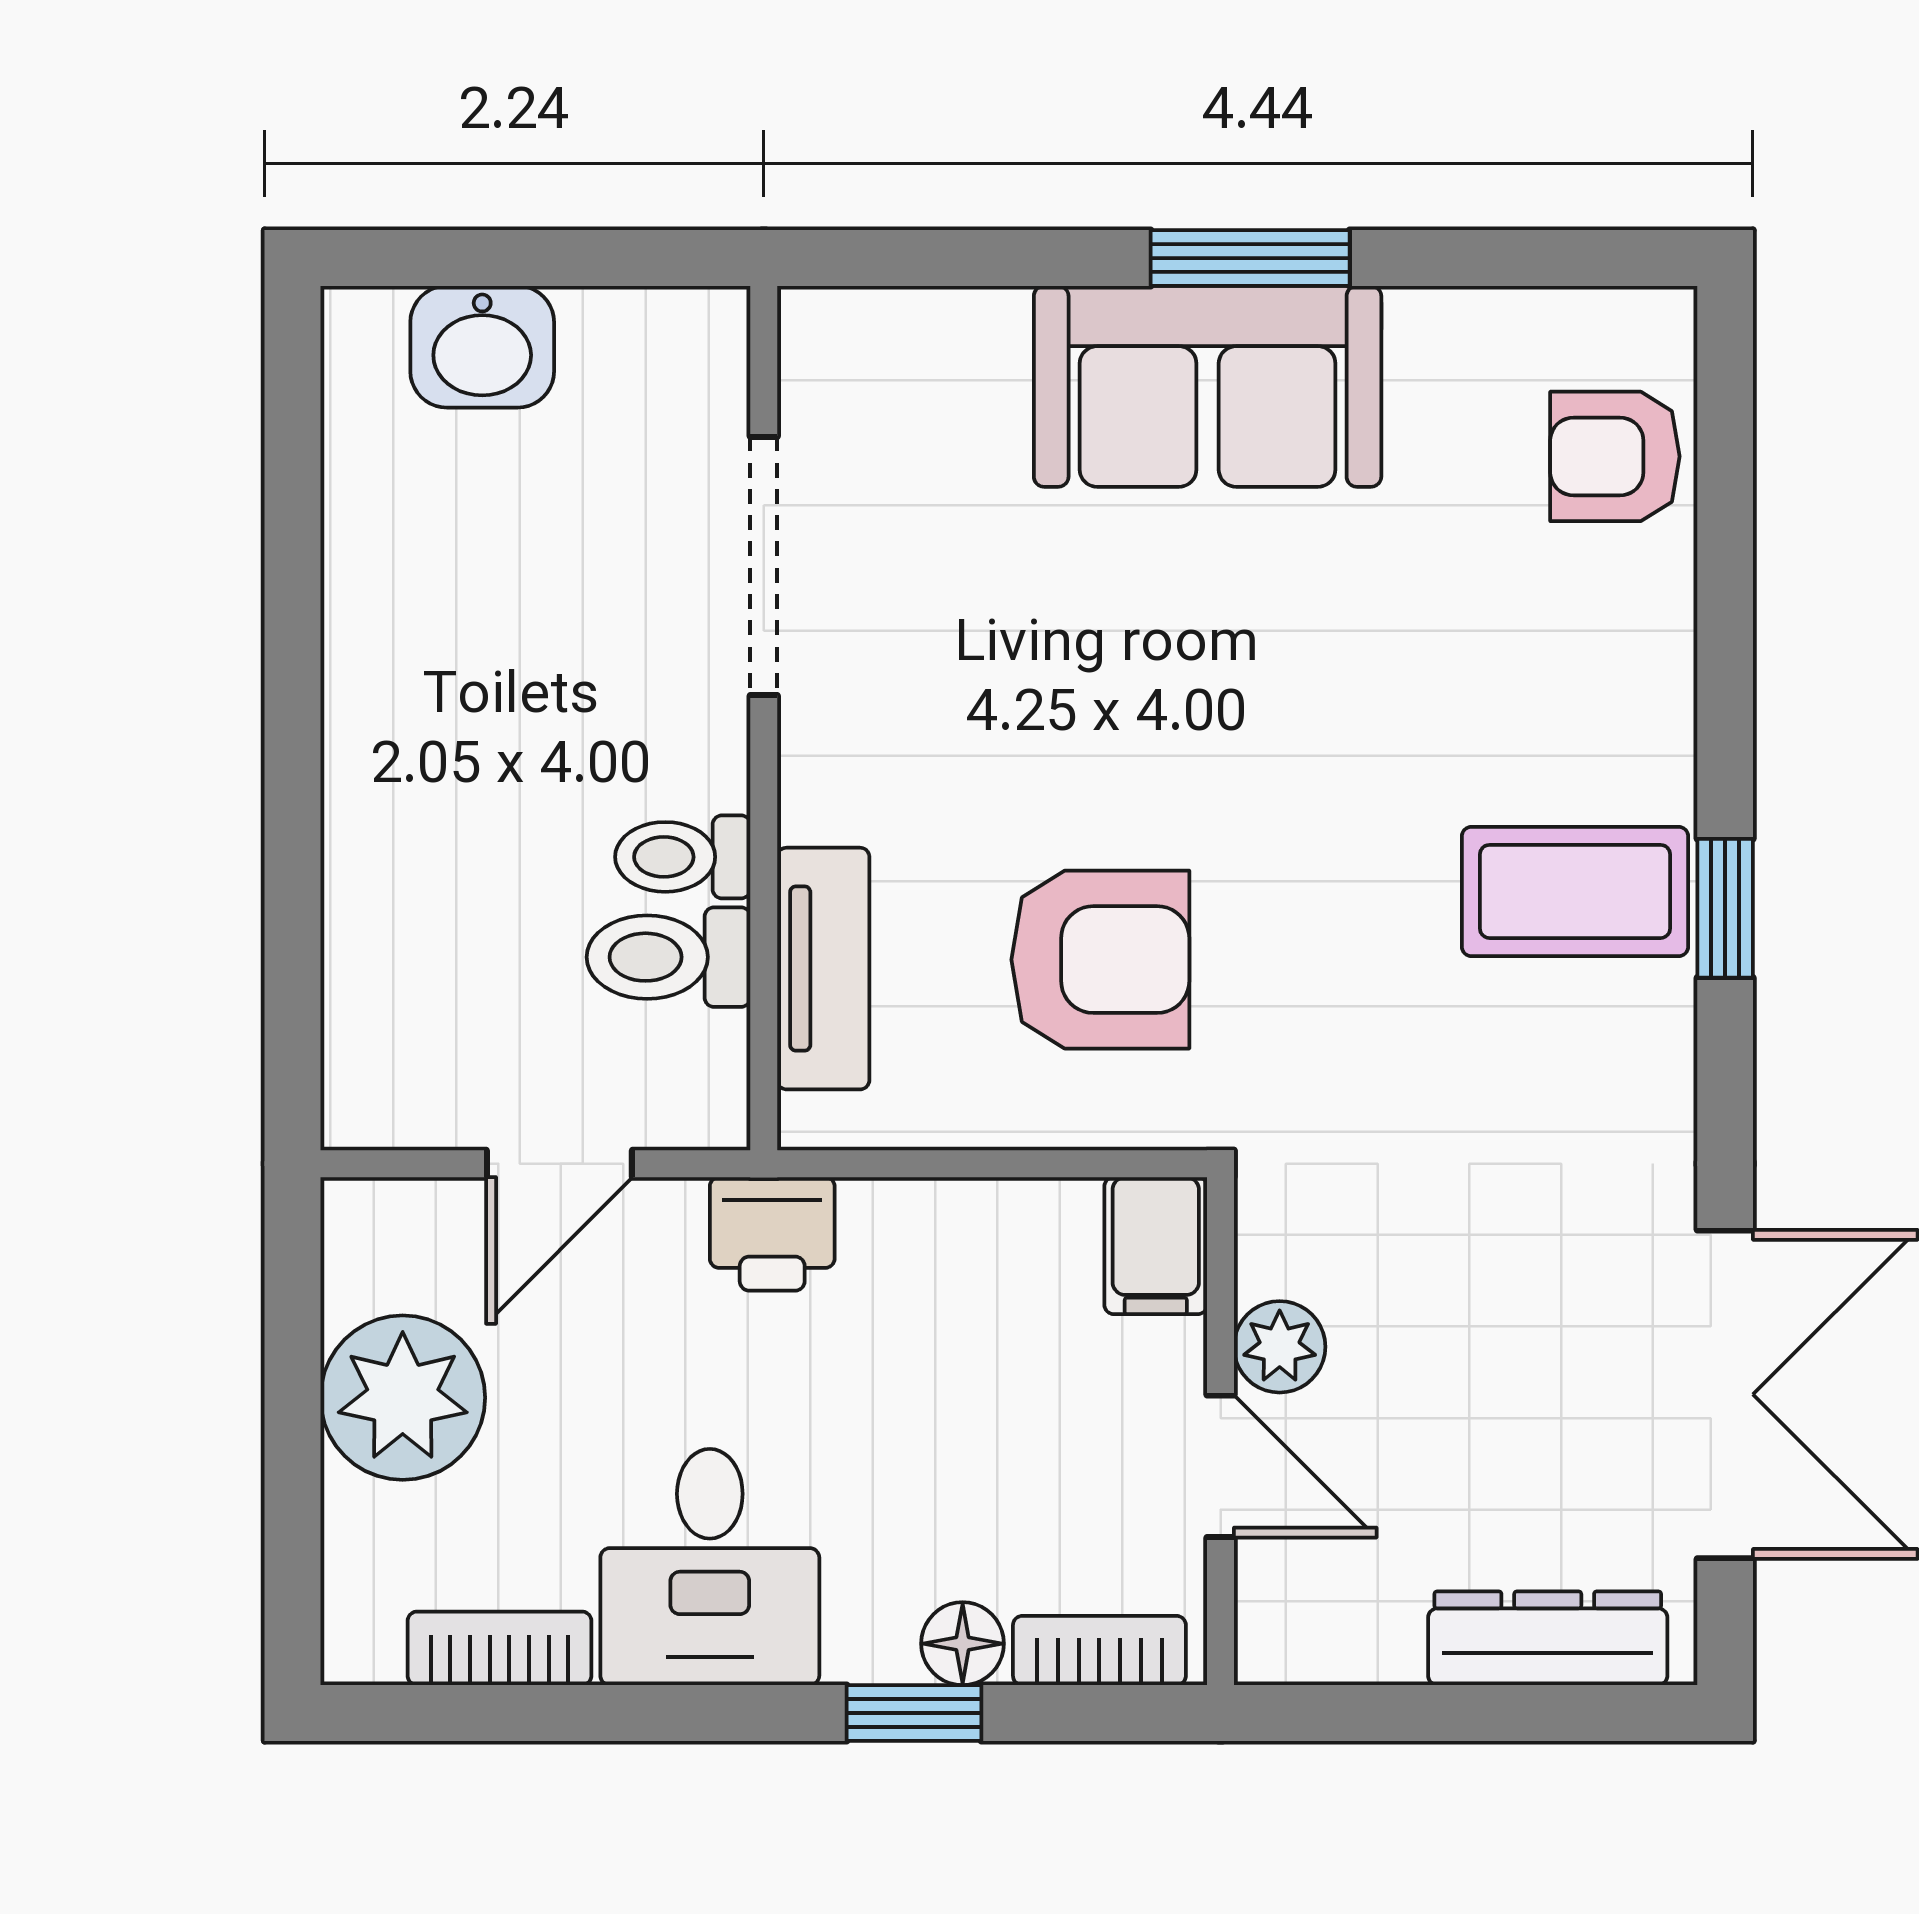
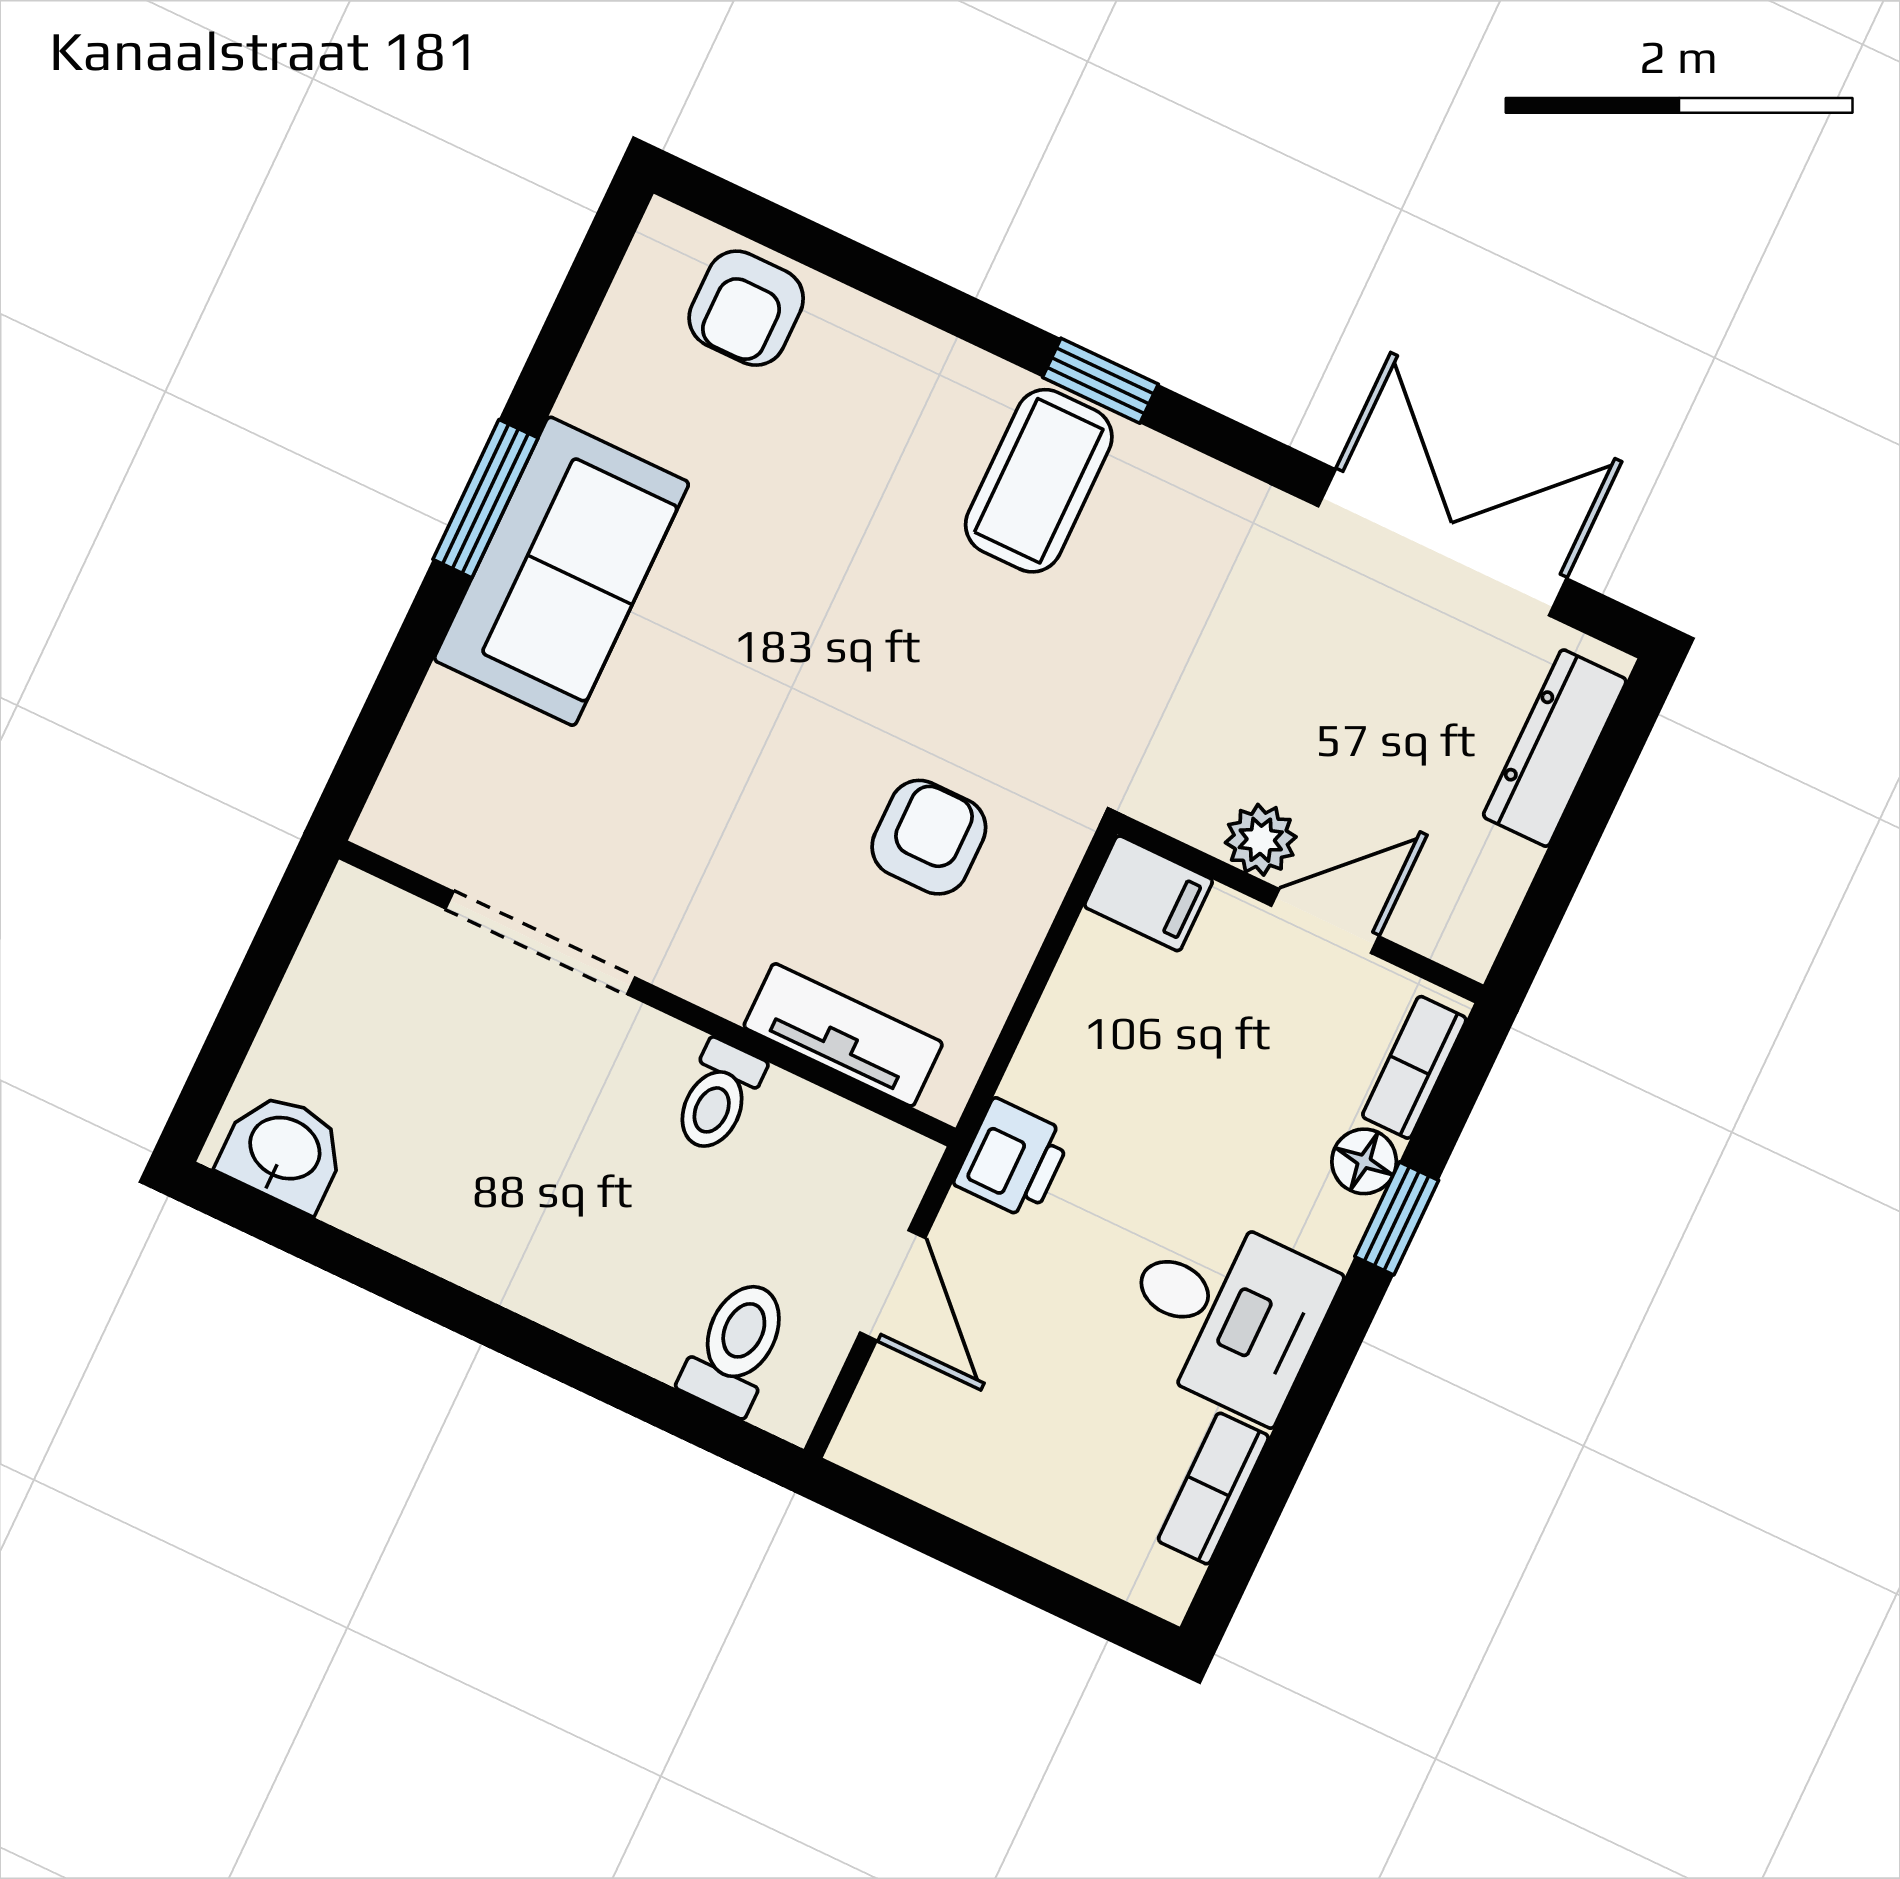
washbasin: (482, 347) -> (284, 1151), moved, turned -90
toilet: (669, 957) -> (736, 1347), moved, turned 180
armchair: (1100, 960) -> (929, 837), width x0.72, depth x0.72
plant: (403, 1398) -> (1005, 1473), removed

